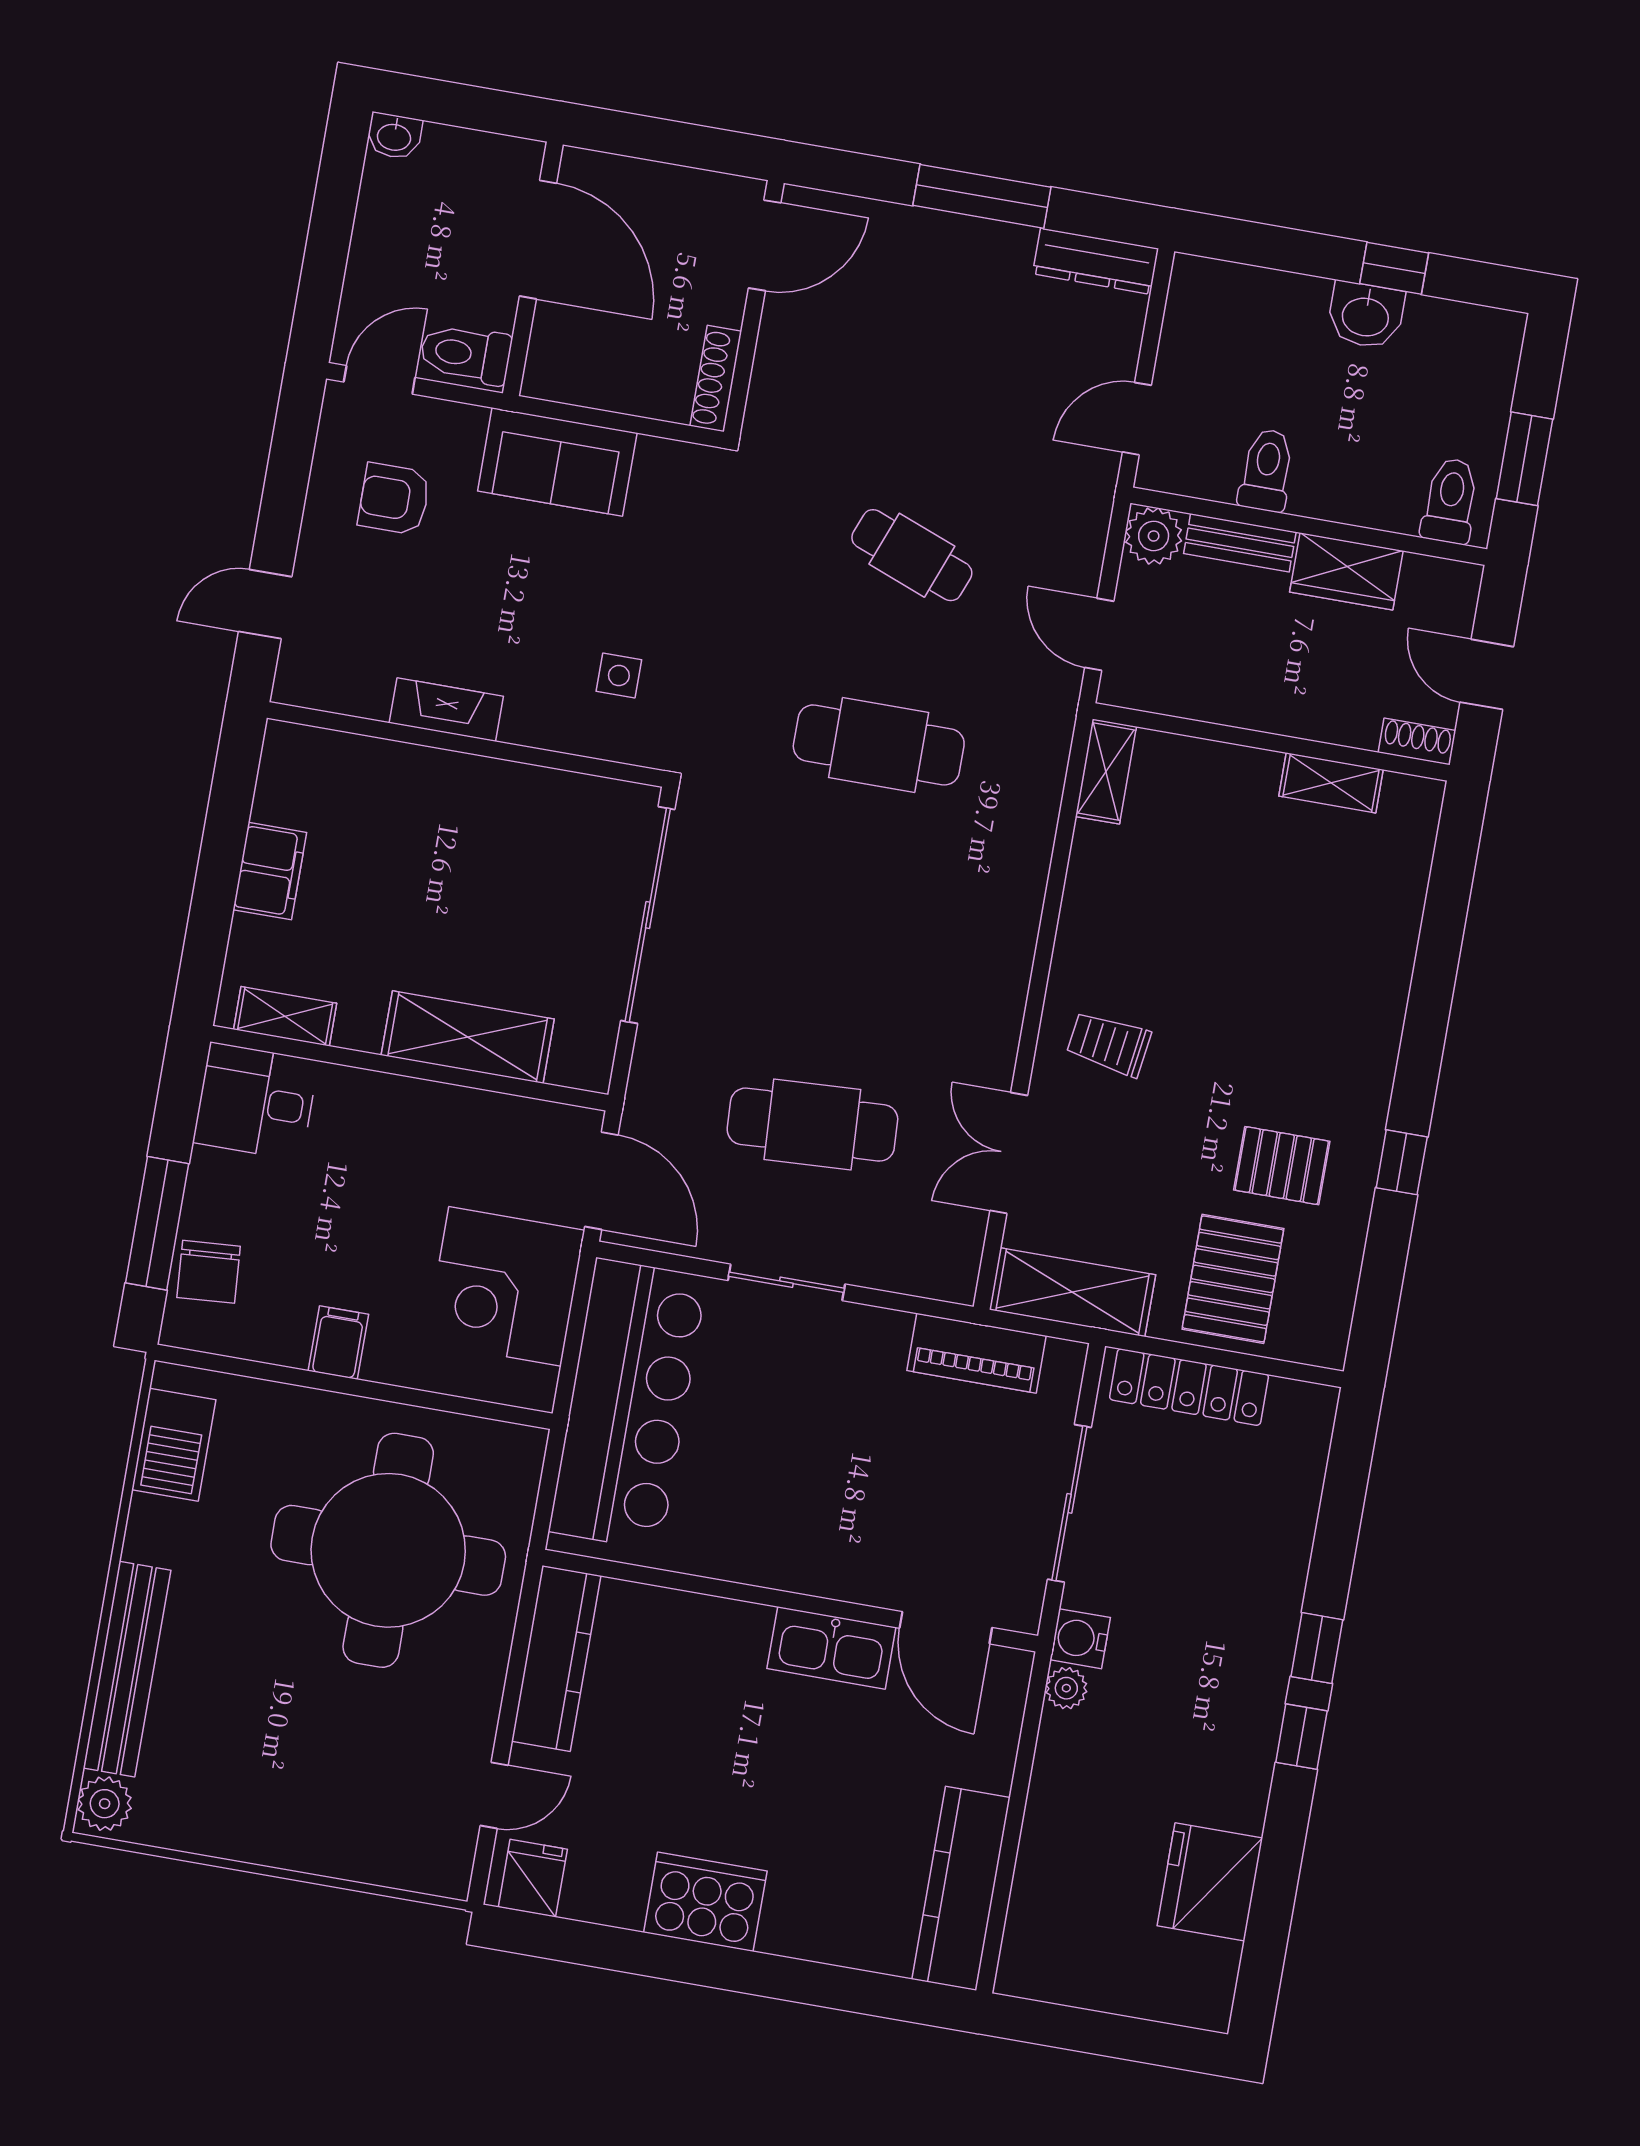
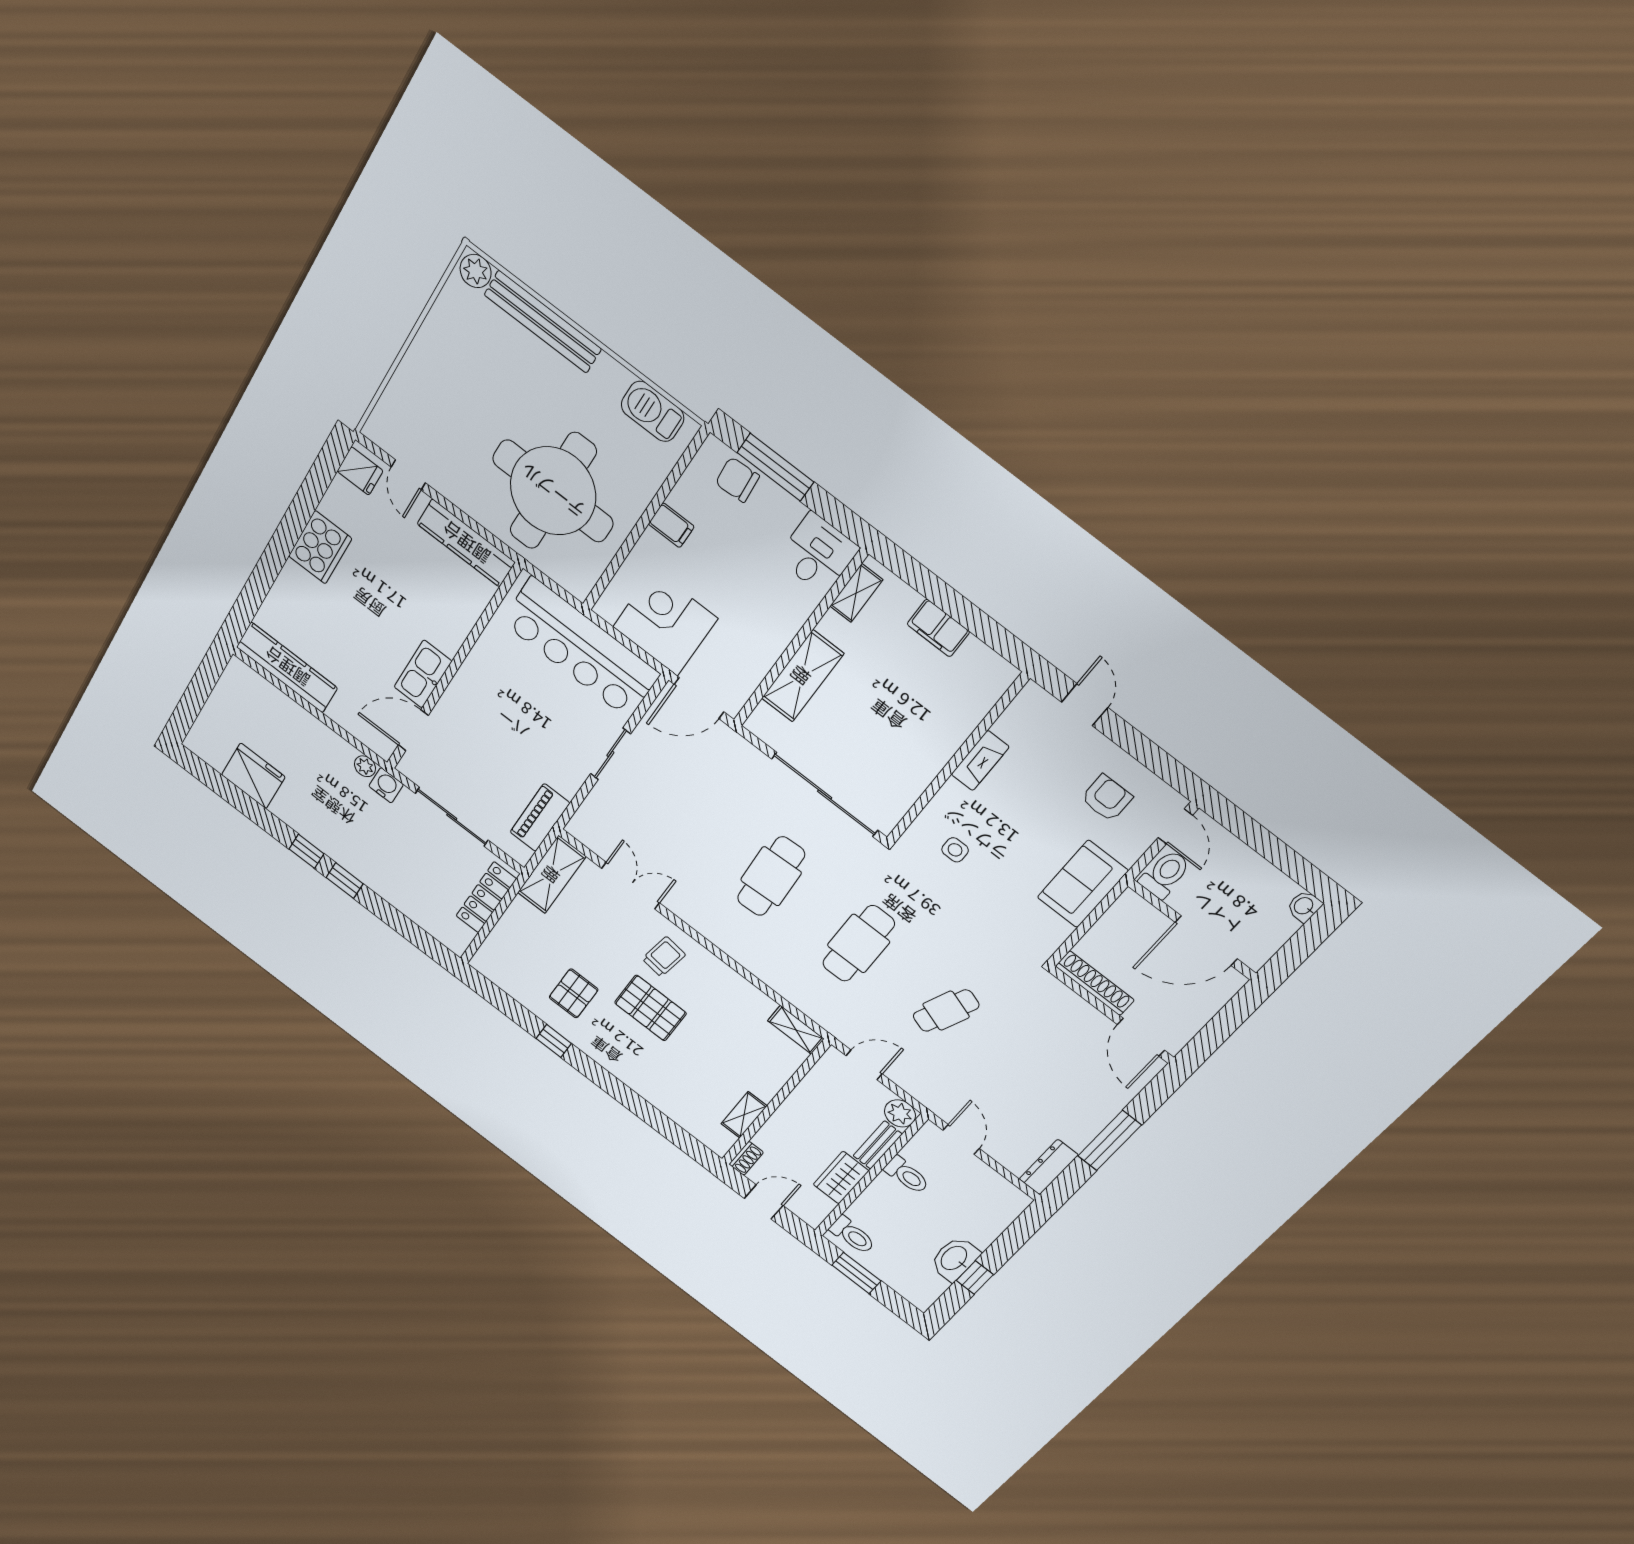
washbasin: (1366, 315) -> (955, 1259), width x1.38
shoe rack: (716, 379) -> (1095, 983), width x1.36, depth x1.24
cafe table: (812, 1125) -> (771, 876), moved
pallet: (1233, 1279) -> (650, 1008), moved

